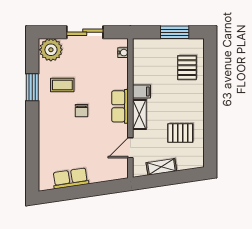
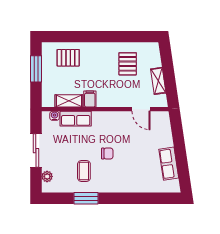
plant: (51, 50) -> (47, 176), width x0.53, depth x0.53
row of seats: (120, 106) -> (76, 119), moved
shelving: (139, 114) -> (69, 101), moved

